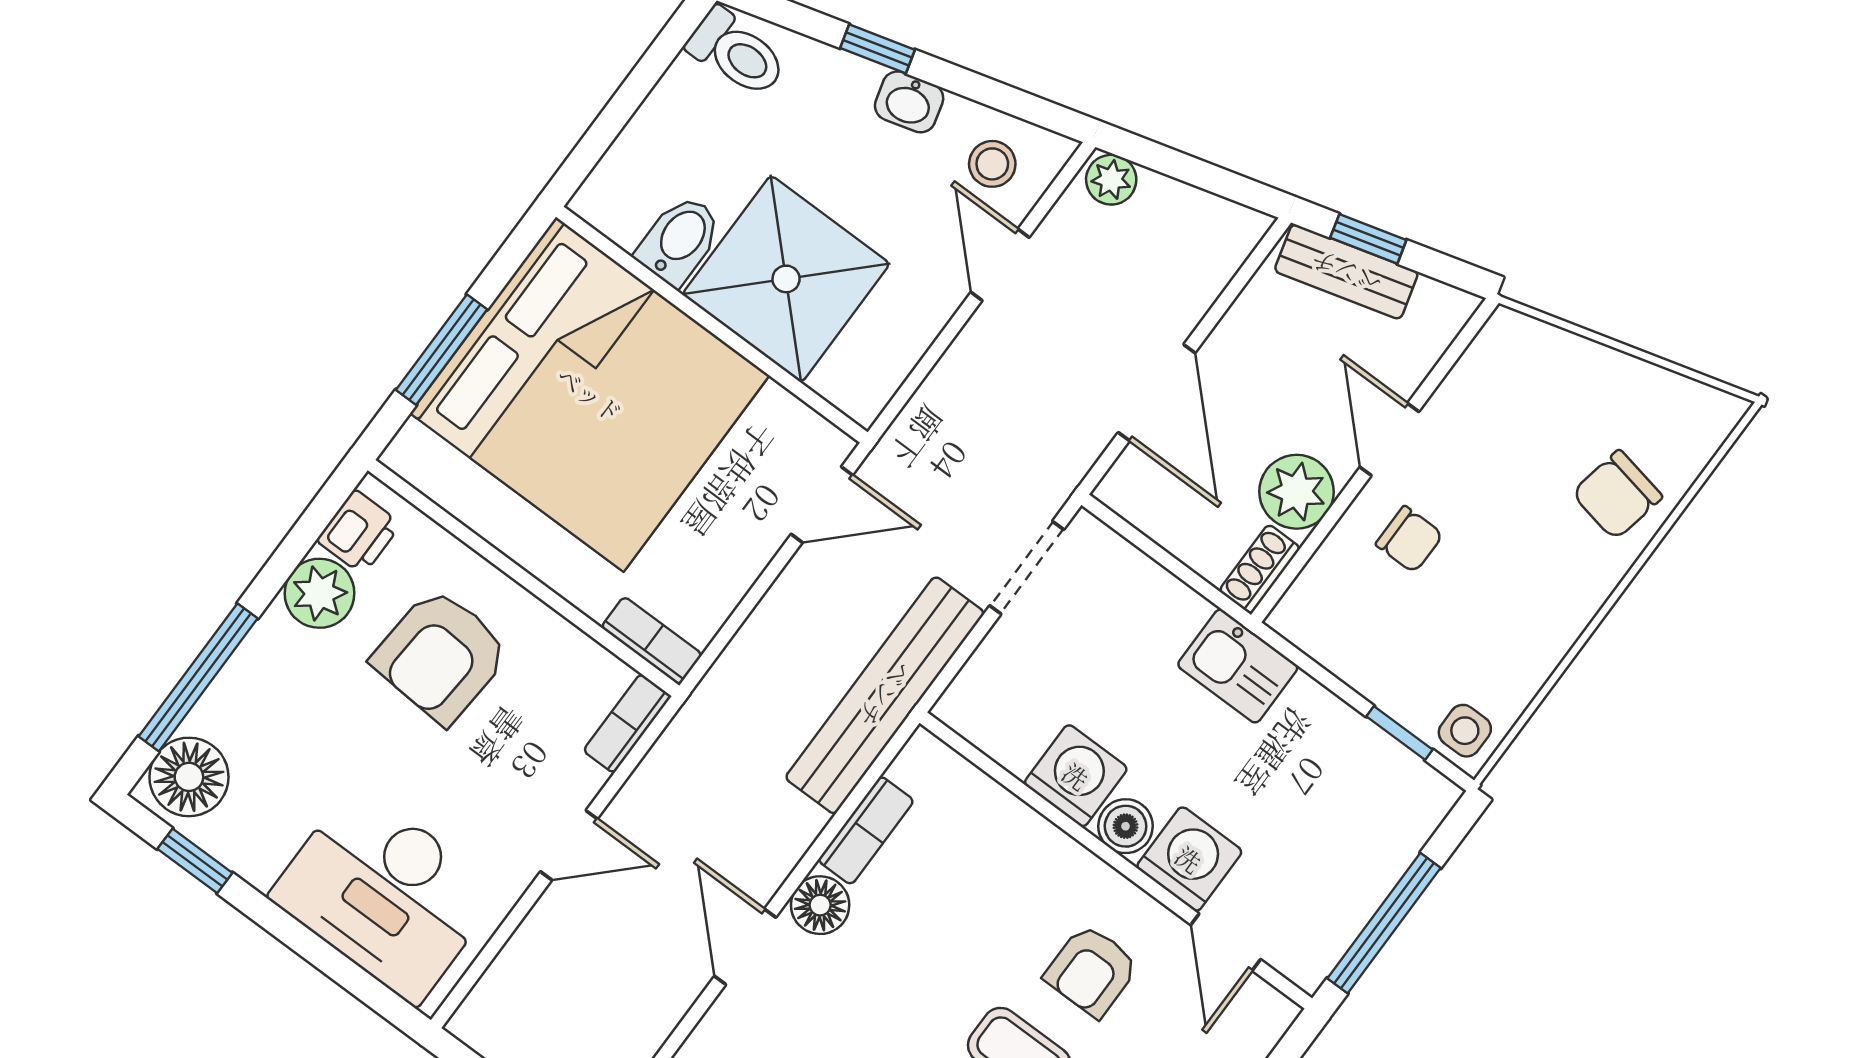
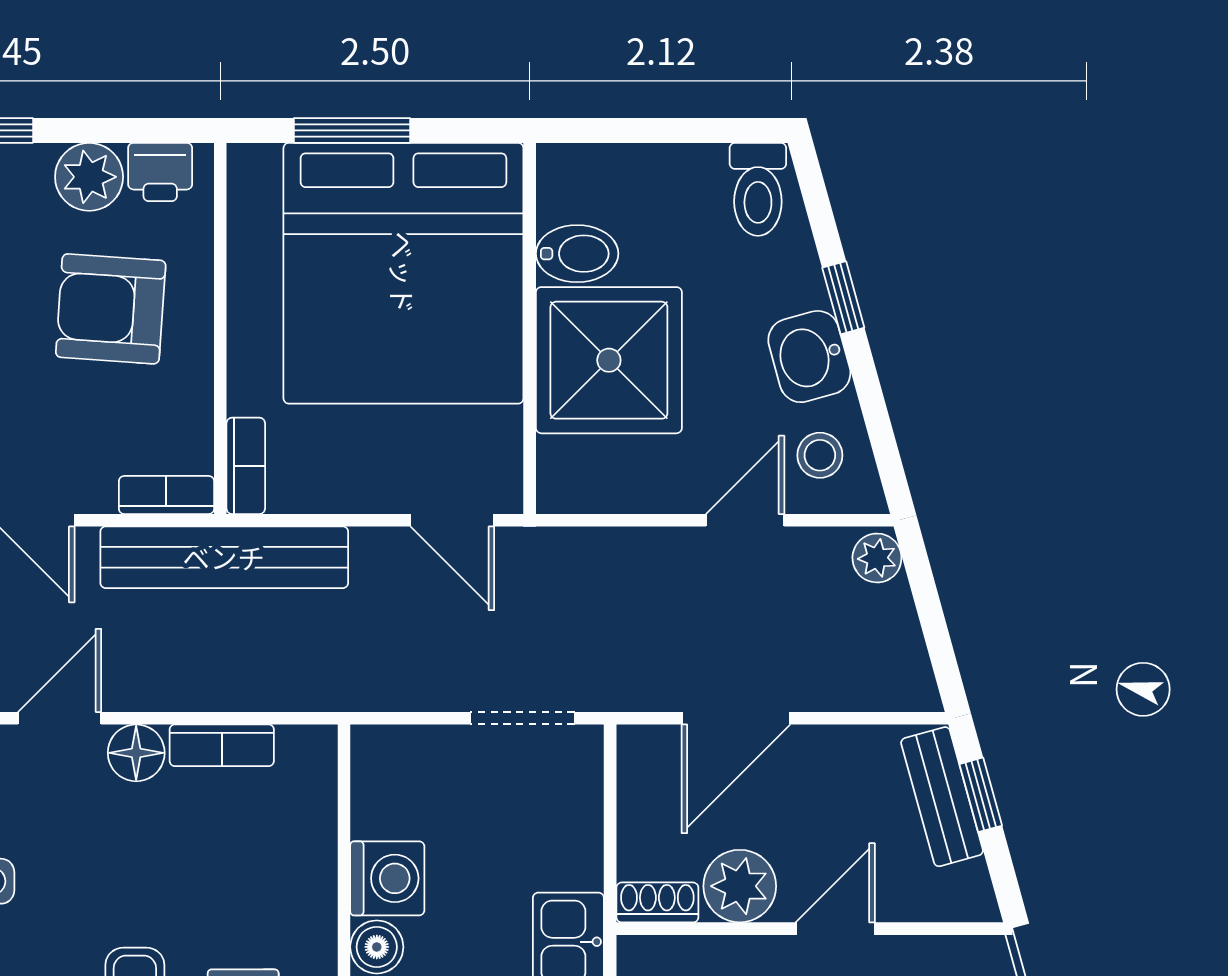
washbasin: (909, 102) -> (809, 357), width x1.38, depth x1.45
bench: (885, 695) -> (224, 557), moved

